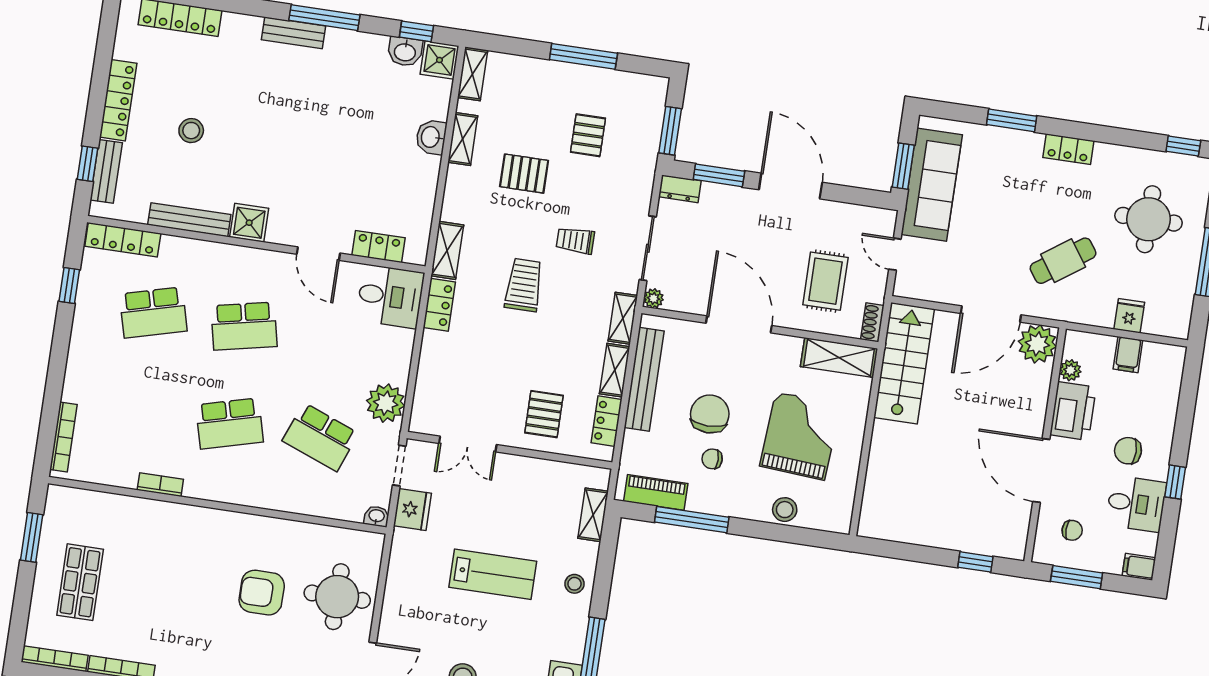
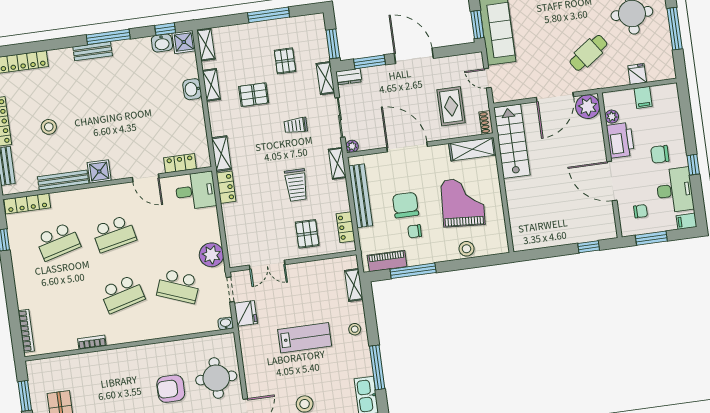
trolley: (524, 285) -> (296, 185), moved, turned 180
shelving: (615, 370) -> (325, 78), moved
desk: (1136, 504) -> (675, 190), width x1.37

